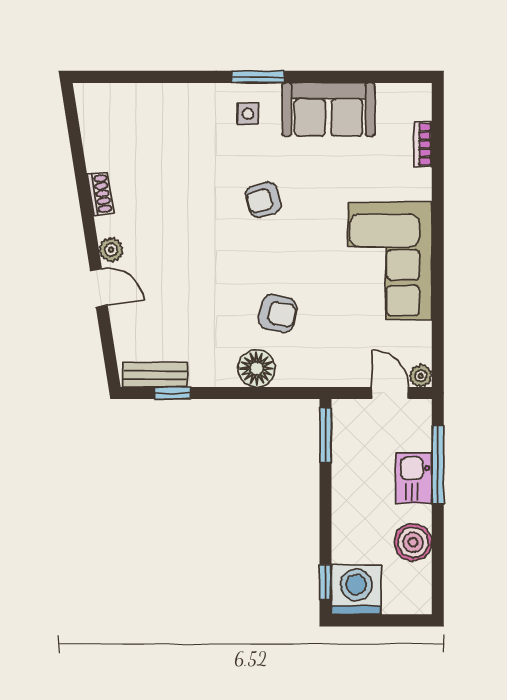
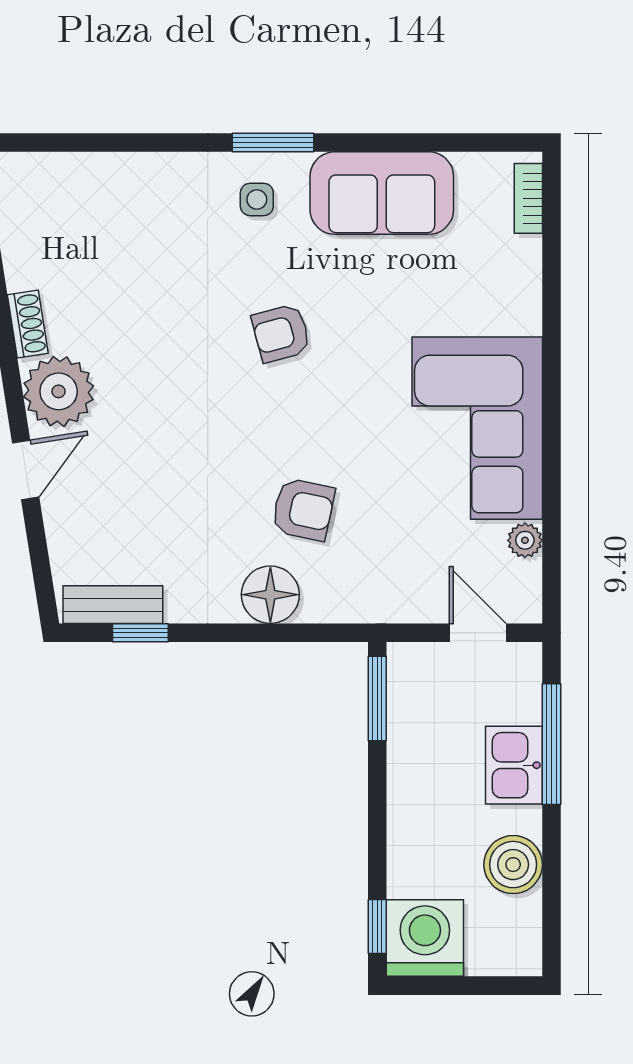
bookcase: (423, 144) -> (528, 198), moved
plant: (111, 250) -> (59, 391), width x1.88, depth x1.88
door: (99, 288) -> (26, 470), hinge flipped
plant: (421, 376) -> (525, 540), moved

